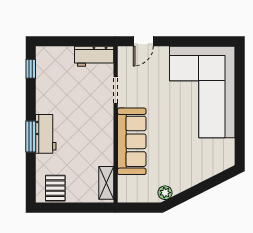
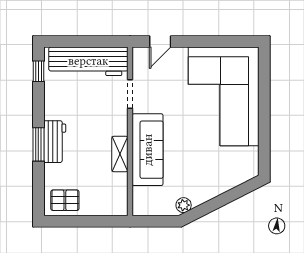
workbench: (94, 56) -> (88, 61), width x1.88, depth x1.32
shelving: (106, 183) -> (120, 154), moved
pallet: (55, 188) -> (65, 200), turned 90

